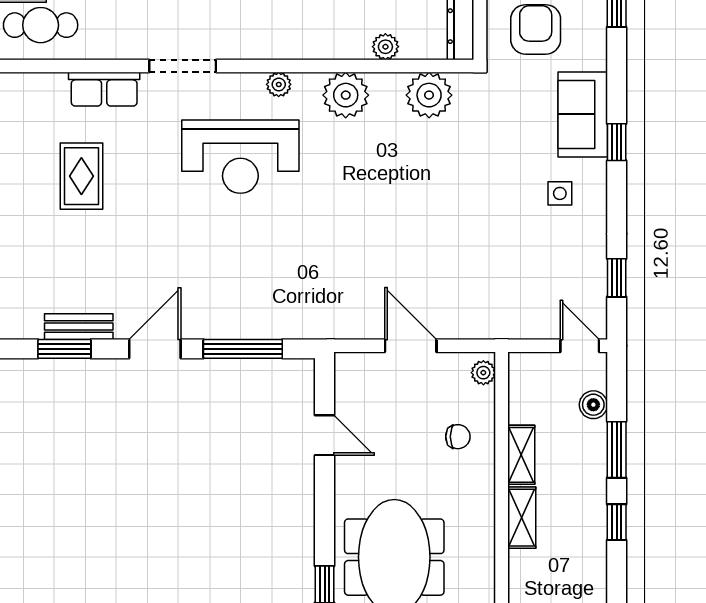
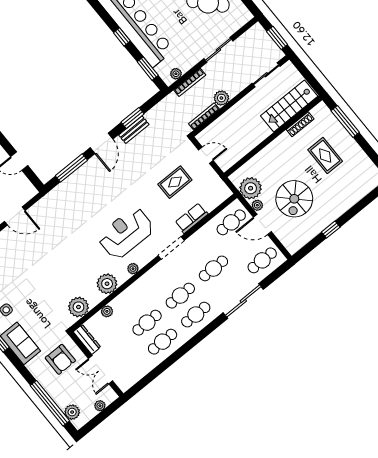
rug: (81, 176) -> (175, 182), turned 90

